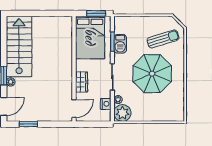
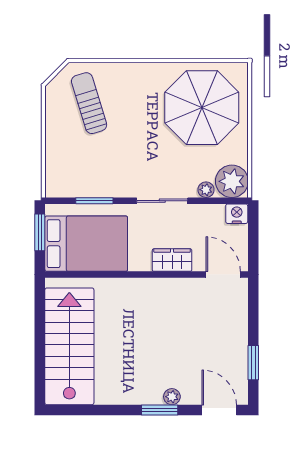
barbecue: (120, 44) -> (98, 186), removed
stairs: (19, 46) -> (69, 346), moved, turned 90
parasol: (152, 74) -> (202, 108), moved
nightstand: (106, 104) -> (237, 214), moved

